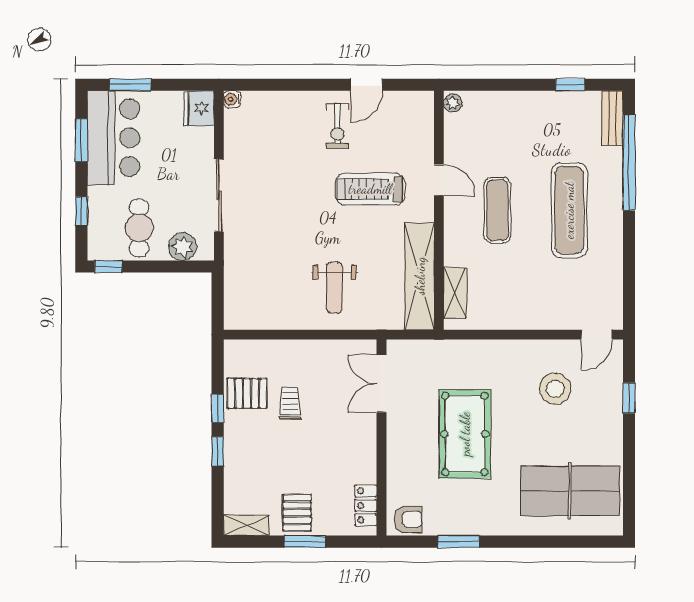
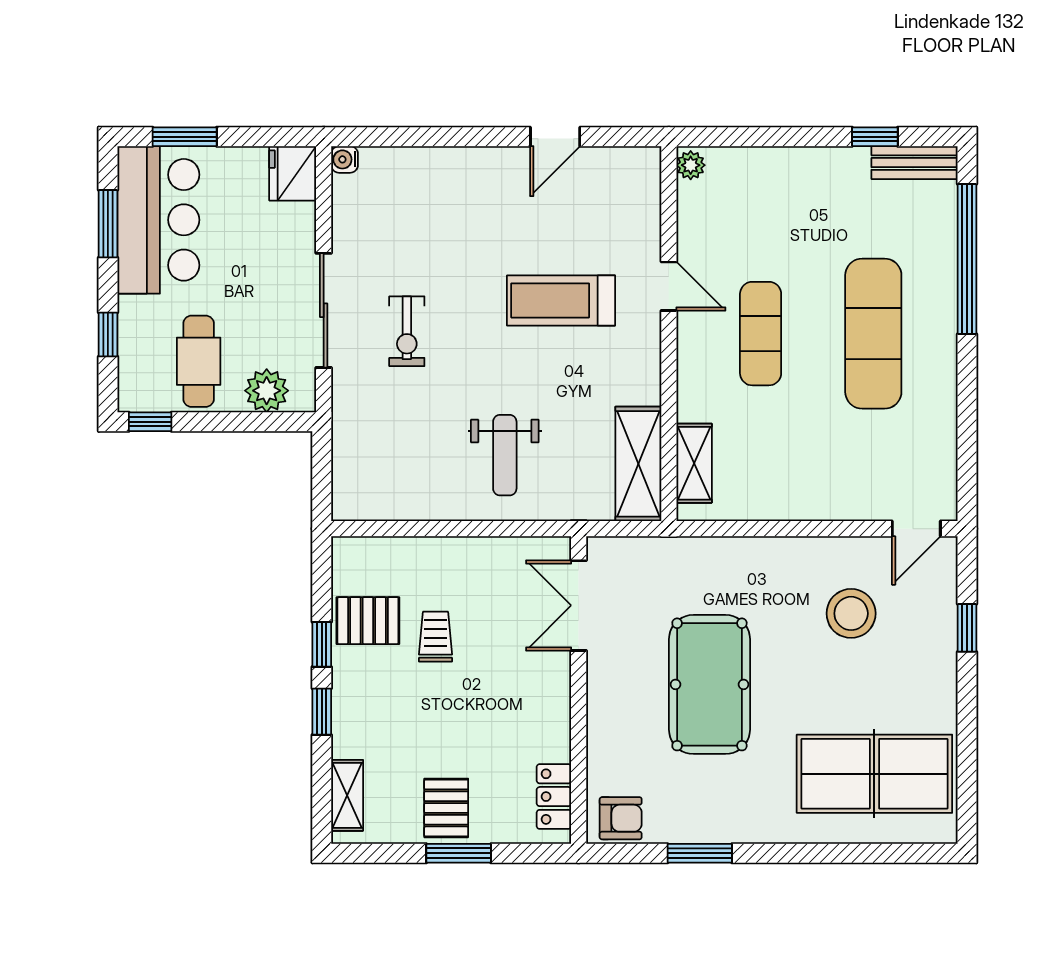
bench: (613, 118) -> (914, 163), moved, turned 90
exercise bike: (337, 126) -> (407, 331), moved
shelving: (420, 276) -> (638, 464), width x0.68
shelving: (246, 525) -> (347, 795), moved, turned 90

